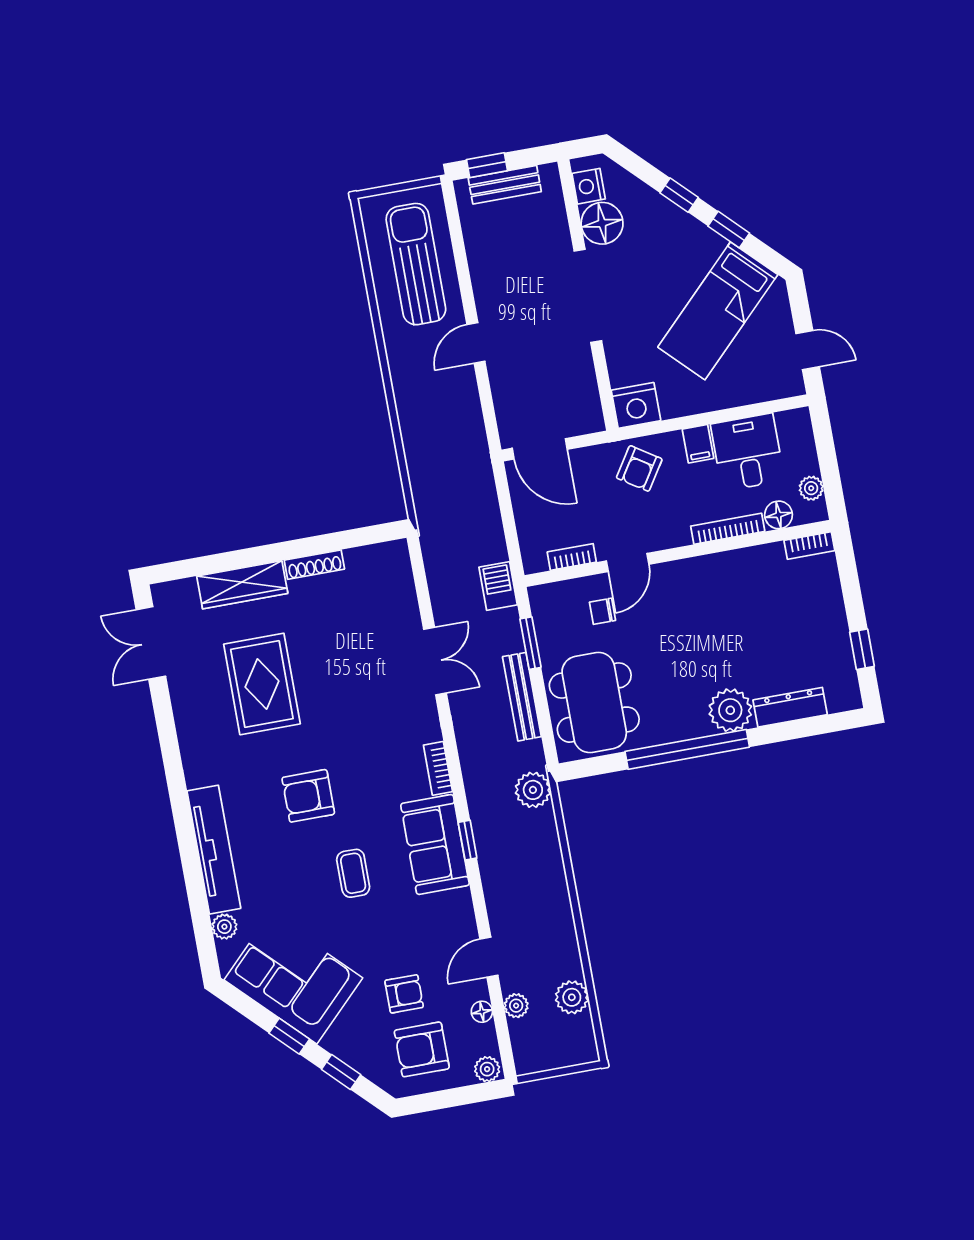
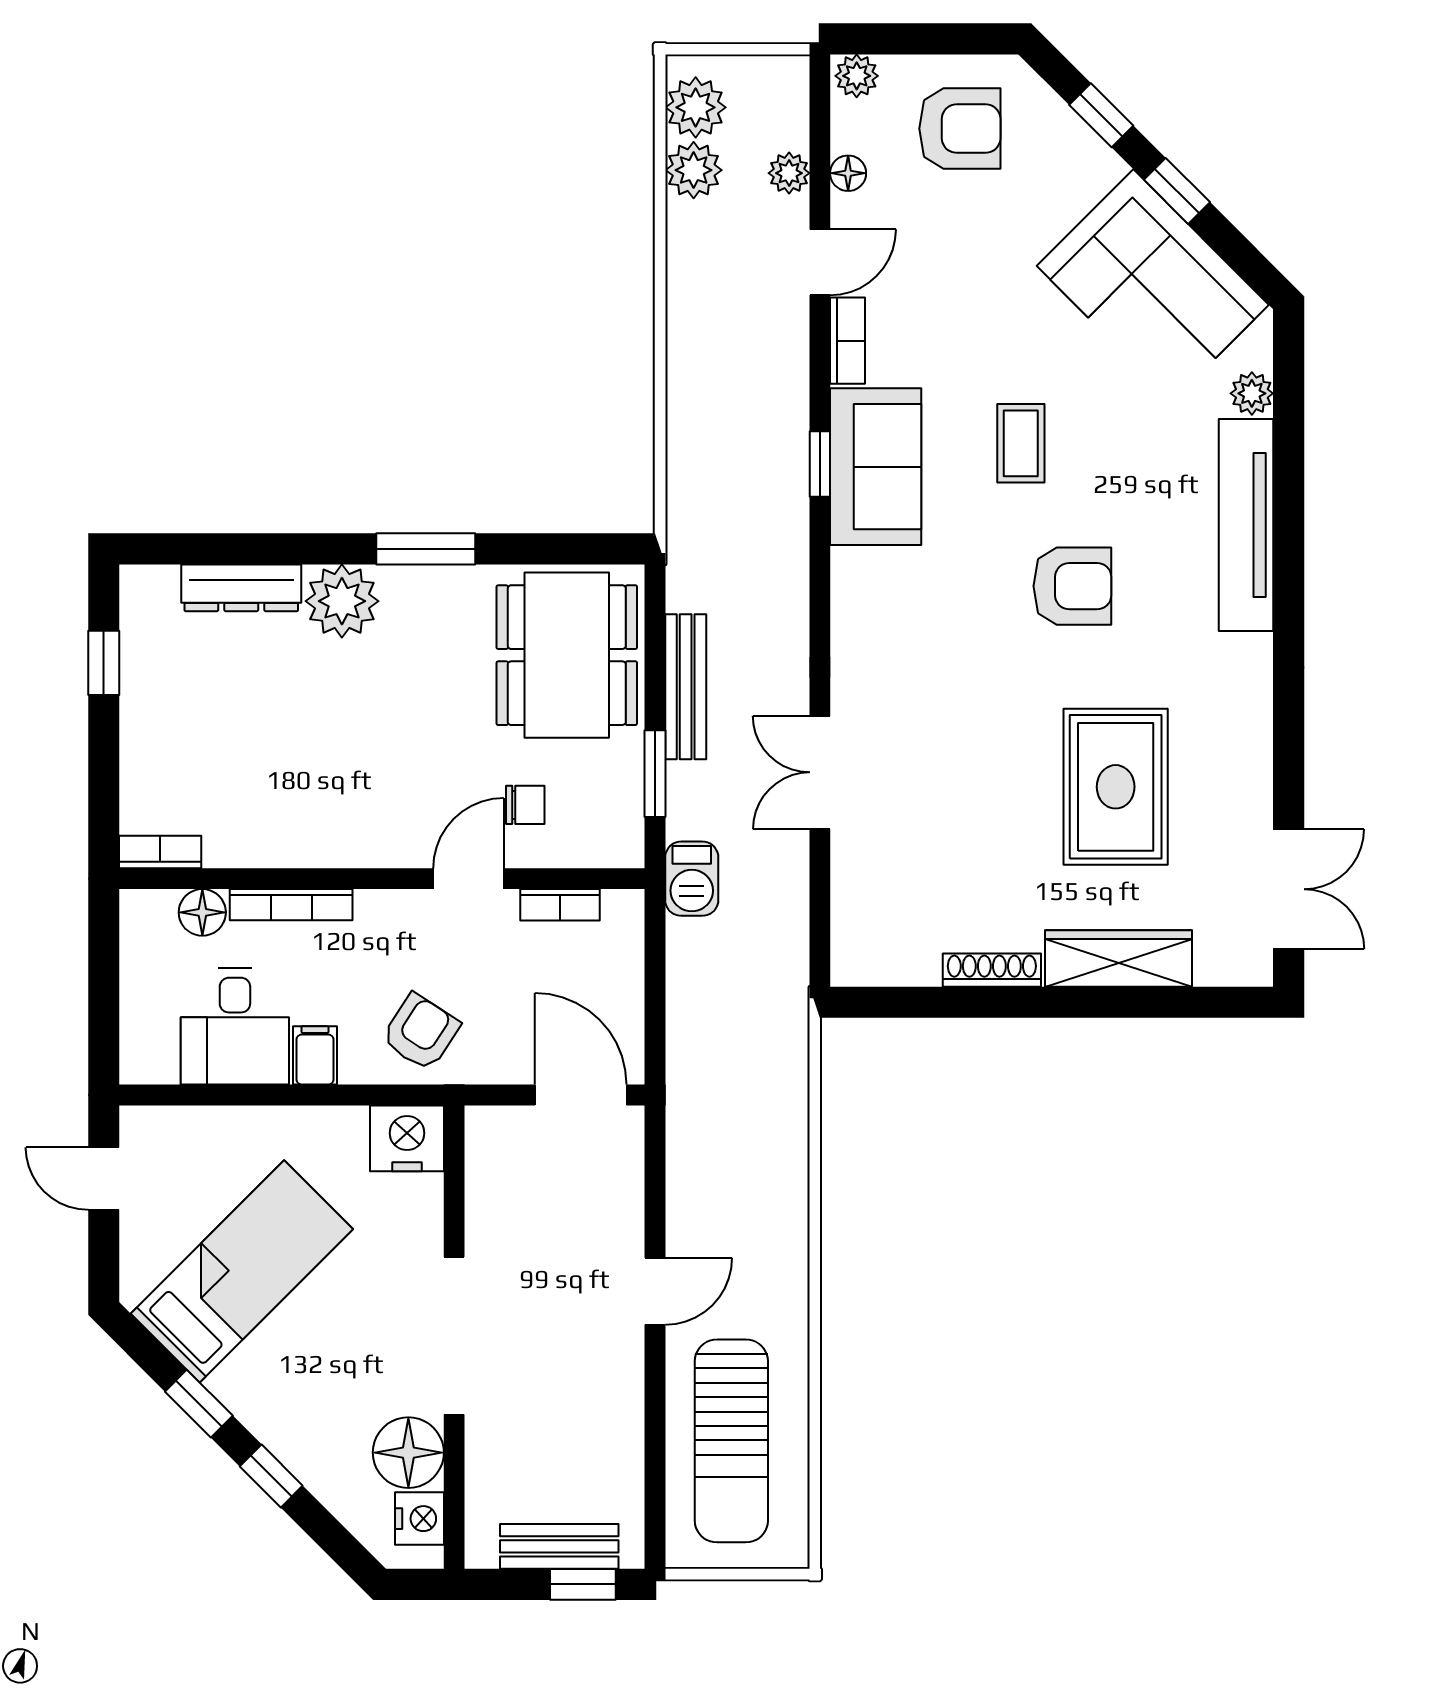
plant: (811, 488) -> (140, 947), removed
window: (687, 749) -> (426, 549), width x0.47
bookcase: (438, 768) -> (847, 341), moved
plant: (533, 790) -> (696, 107), moved
armchair: (404, 994) -> (972, 227), removed

